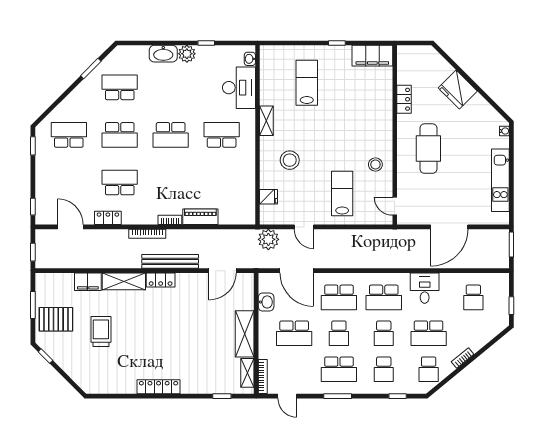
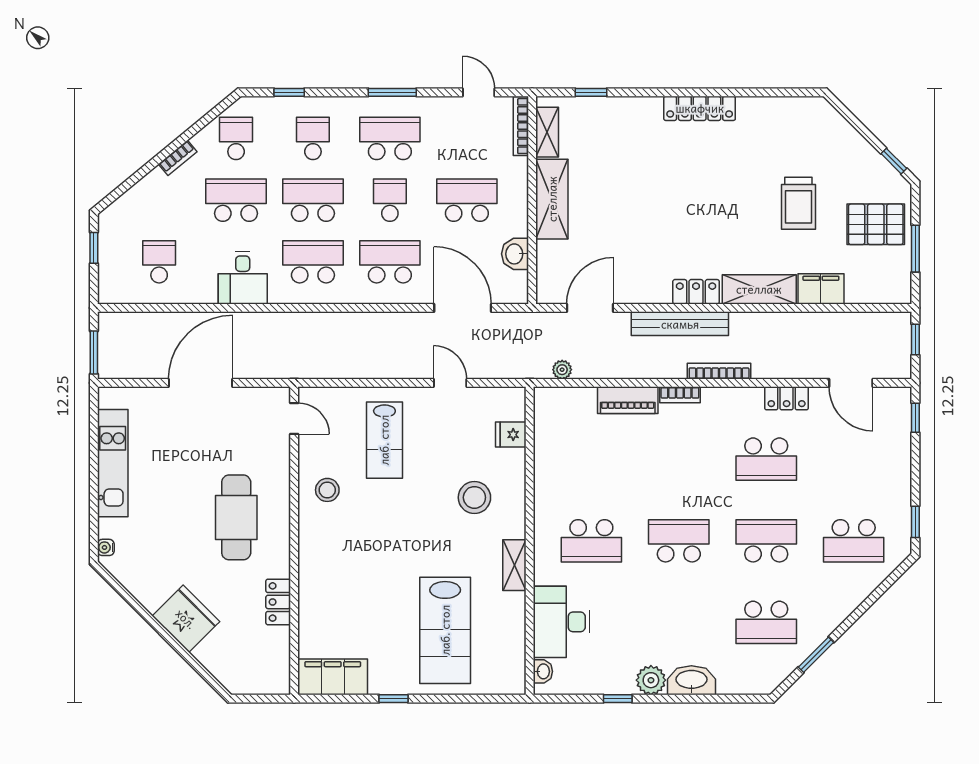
lab bench: (307, 83) -> (445, 630), width x1.36, depth x1.39
plant: (268, 239) -> (562, 370), moved, width x0.53, depth x0.53
school desk: (384, 333) -> (313, 200), width x1.85

